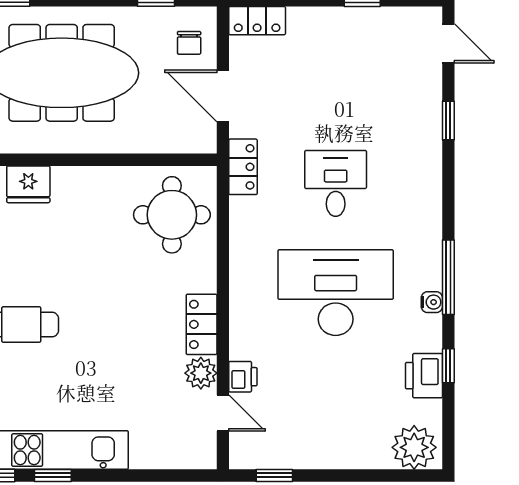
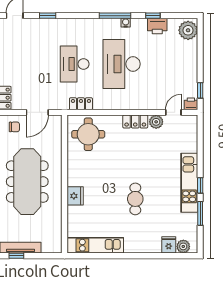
locker: (243, 167) -> (81, 104), moved
desk: (336, 183) -> (75, 64), width x1.37
printer: (243, 377) -> (191, 104), moved

